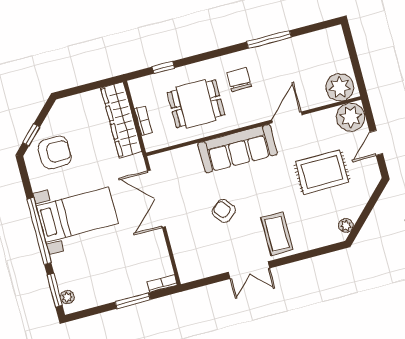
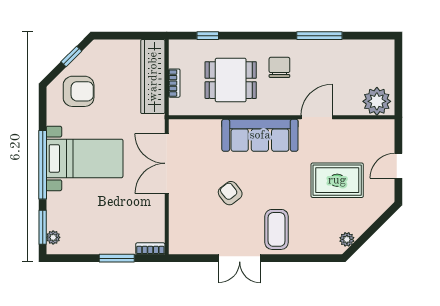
plant: (351, 117) -> (380, 134), removed
window: (31, 135) -> (71, 56), moved

